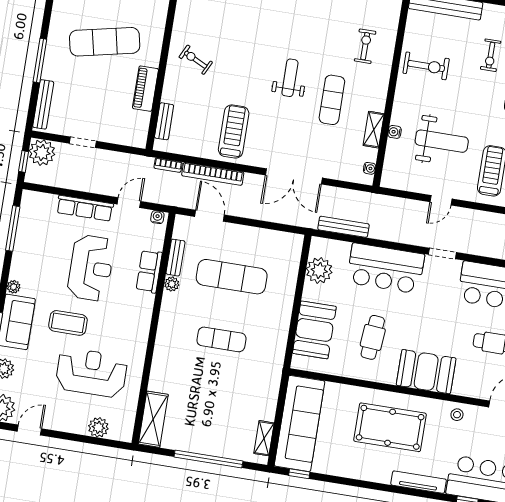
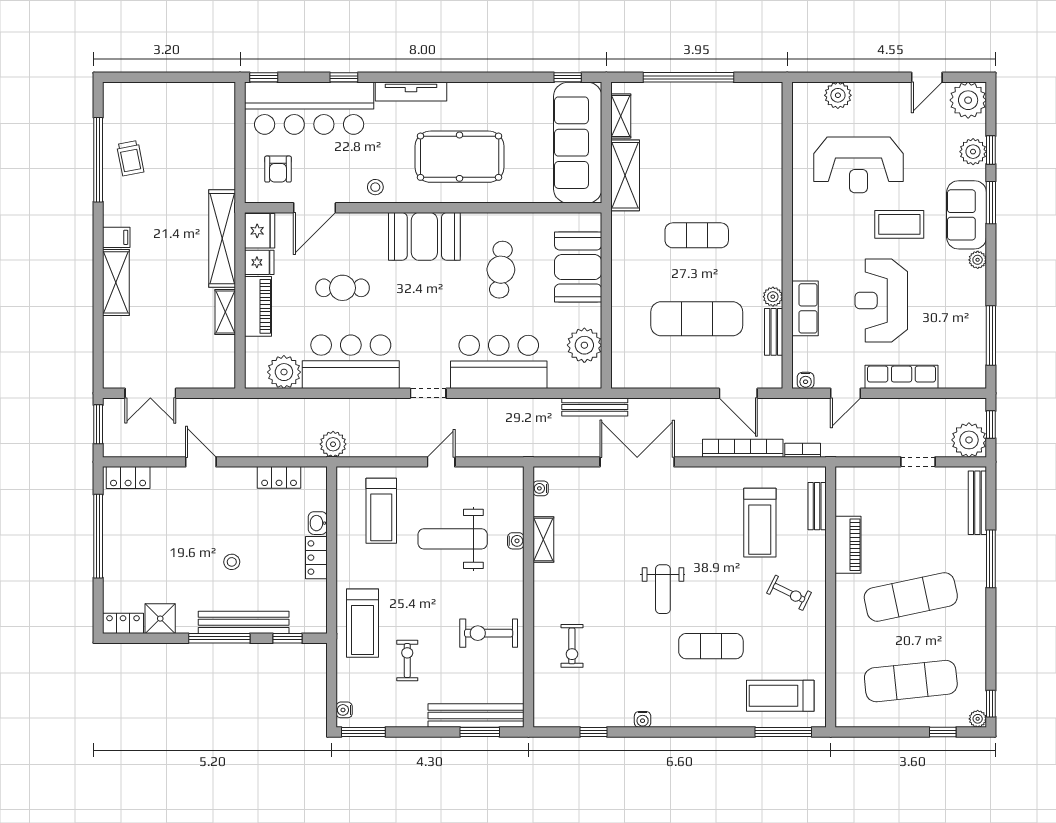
exercise mat: (332, 100) -> (711, 646), moved, turned 90
treadmill: (234, 131) -> (760, 523), moved
bench: (343, 227) -> (595, 407), moved
shelving: (153, 419) -> (625, 175), moved

